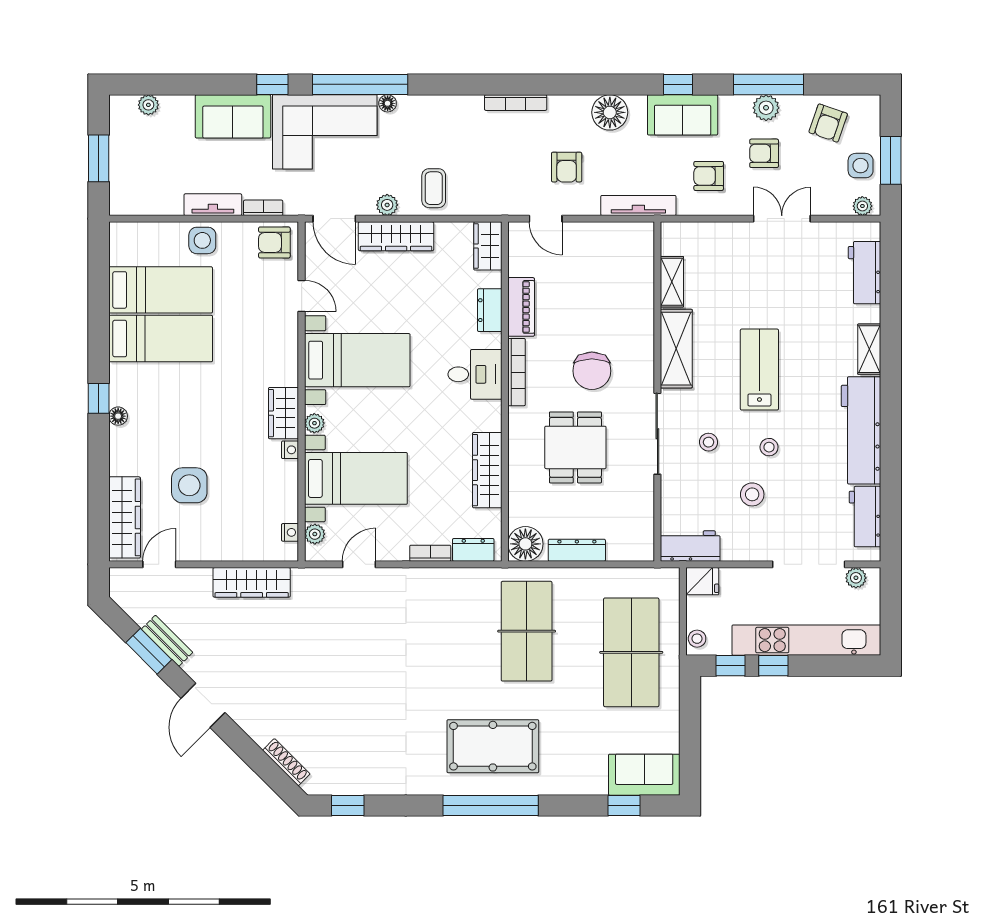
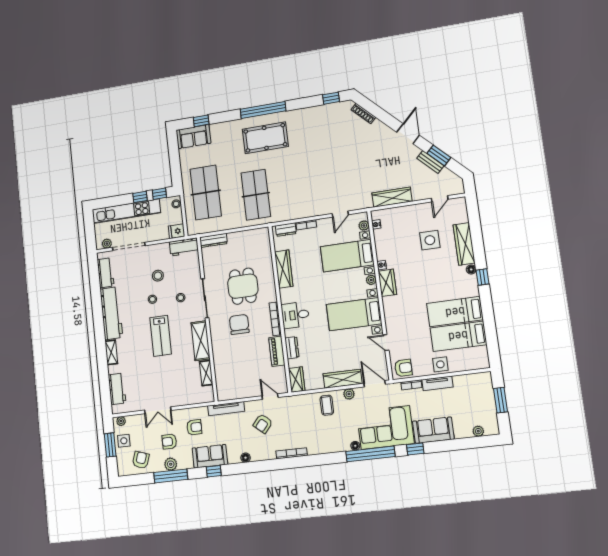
floor lamp: (610, 112) -> (246, 458), width x0.53, depth x0.53
armchair: (764, 153) -> (169, 442), turned 180
armchair: (567, 167) -> (263, 424), turned -140
wardrobe: (125, 517) -> (464, 244), moved
floor lamp: (525, 544) -> (261, 236), removed
dresser: (577, 550) -> (213, 240), moved

